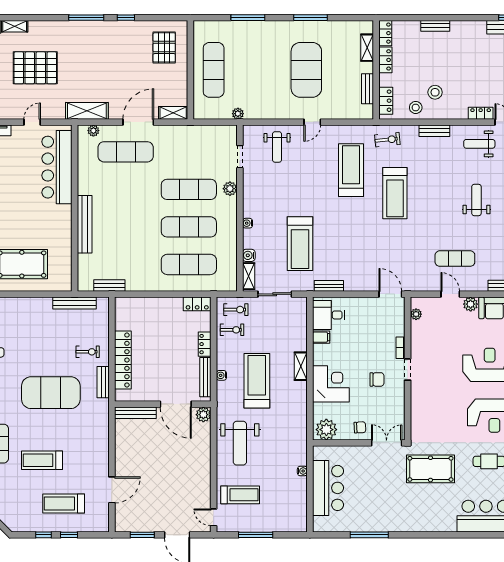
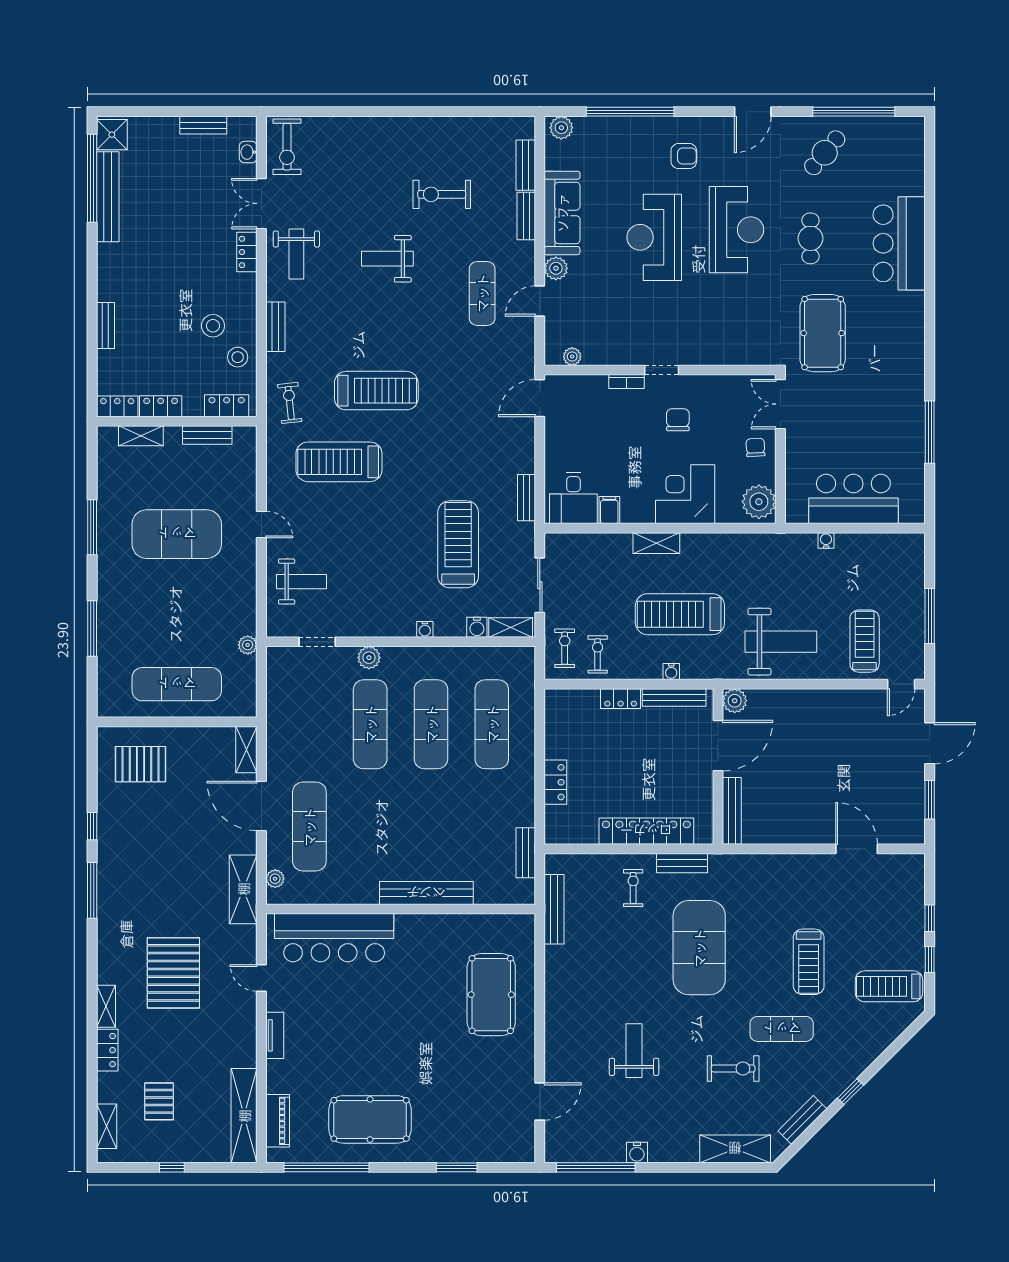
treadmill: (300, 244) -> (458, 544), turned -90
locker: (197, 304) -> (555, 782), moved
treadmill: (64, 504) -> (889, 986), moved, turned 90

